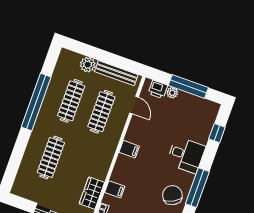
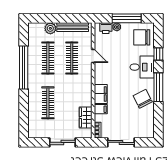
door: (134, 105) -> (93, 56), moved
chair: (199, 117) -> (142, 37), added
window: (217, 133) -> (158, 54), moved
filing cabinet: (129, 149) -> (101, 94), moved, width x2.00

